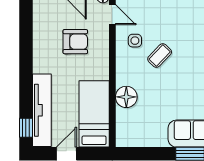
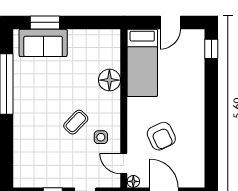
armchair: (75, 42) -> (161, 136), turned -115
tv unit: (42, 110) -> (195, 67), removed

